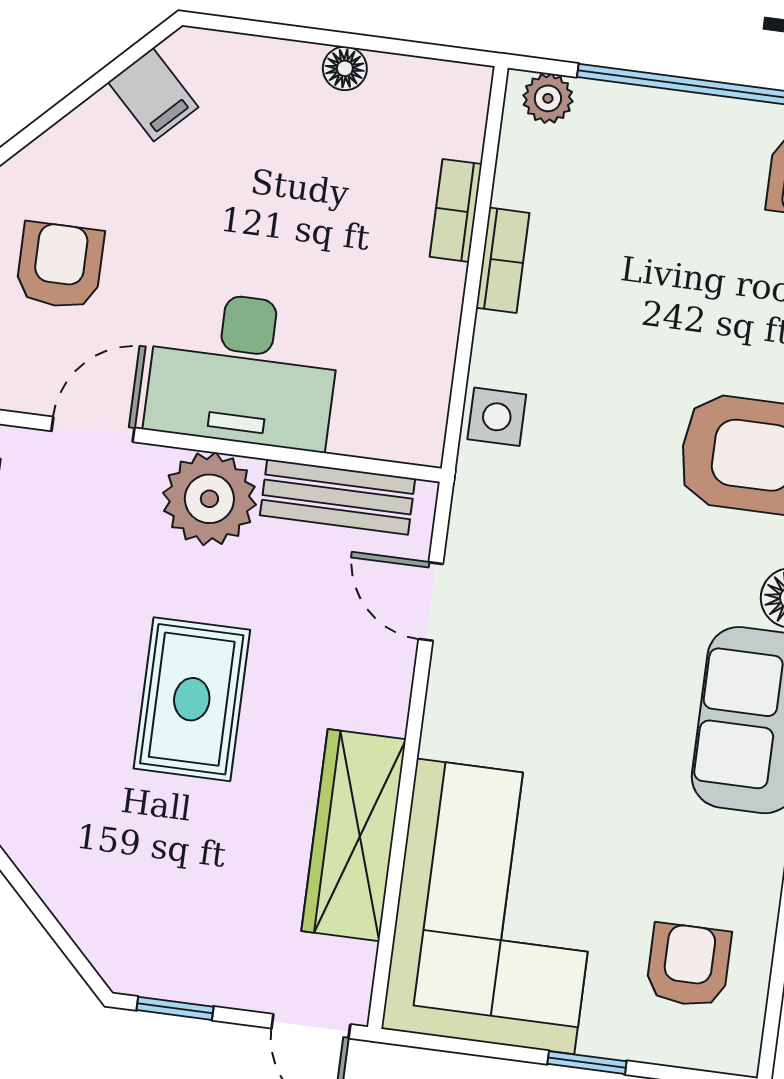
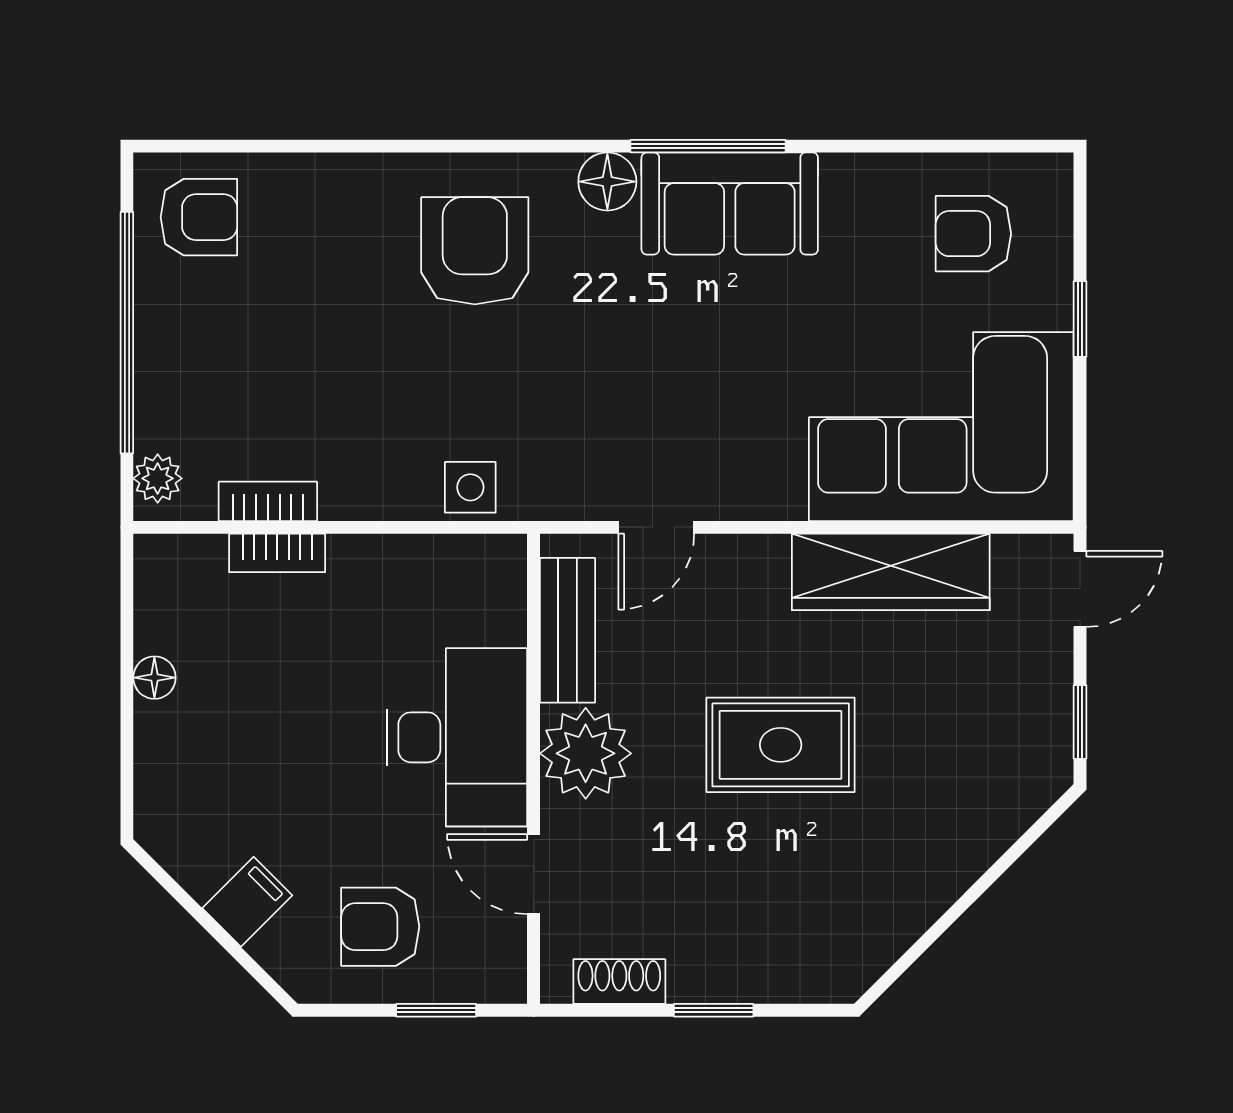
filing cabinet: (153, 95) -> (247, 902), moved
bookcase: (503, 260) -> (268, 501), moved

